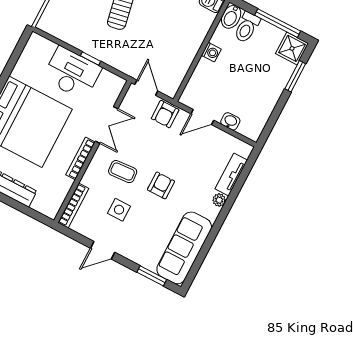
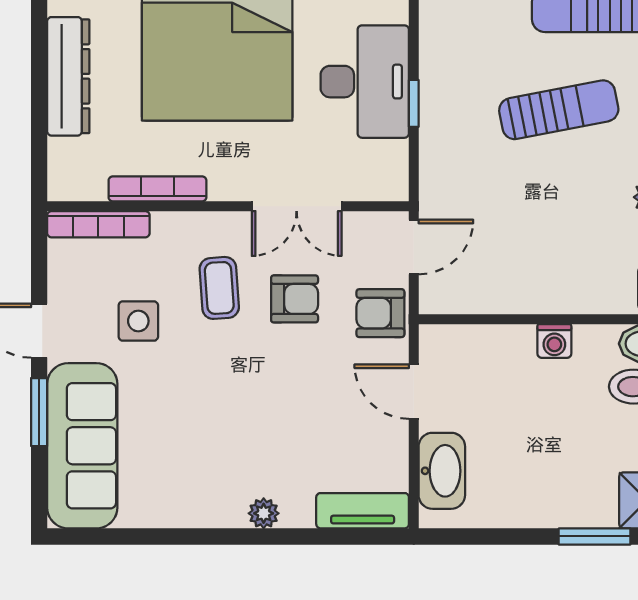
washbasin: (230, 121) -> (442, 471), width x1.91, depth x1.45
bookcase: (80, 158) -> (157, 189), moved
tv unit: (231, 174) -> (363, 511), moved
armchair: (161, 185) -> (295, 299), moved
sofa: (184, 248) -> (82, 446), moved, turned 90
window: (152, 276) -> (39, 412), moved

